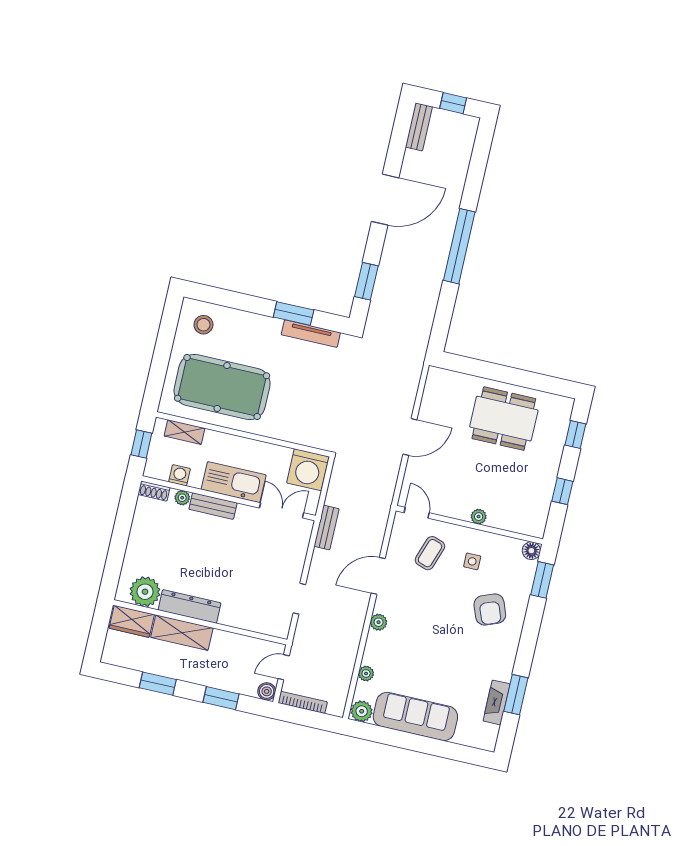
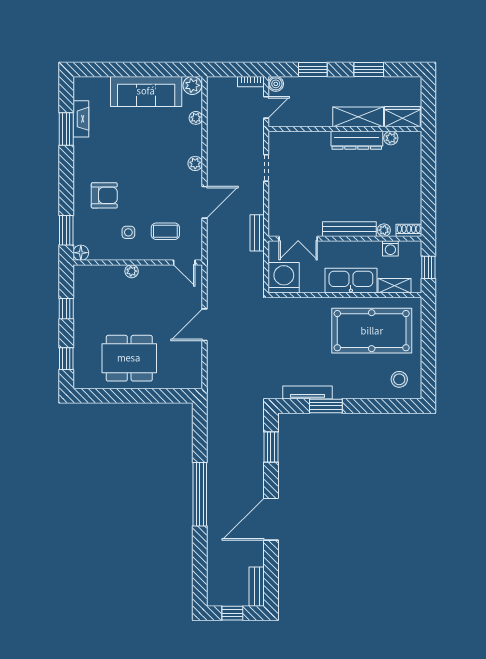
kitchen sink: (234, 482) -> (351, 281), moved, turned 180
bench: (213, 506) -> (349, 229), width x1.36
coffee table: (430, 553) -> (165, 231), turned 71
plant: (145, 592) -> (391, 138), width x0.53, depth x0.53
armchair: (490, 610) -> (104, 195), turned 111
bookcase: (303, 702) -> (251, 82), width x0.64

